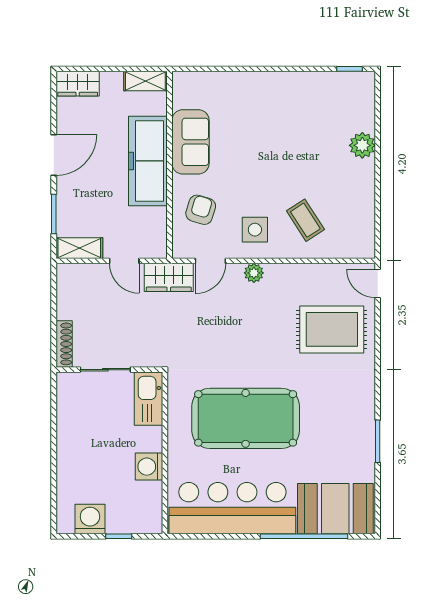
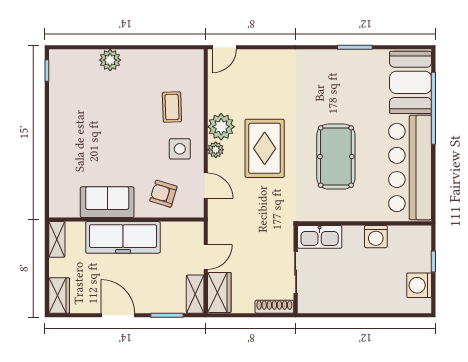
coffee table: (305, 220) -> (172, 107), turned -59
wardrobe: (169, 277) -> (219, 292), moved
plant: (282, 280) -> (221, 127), added
rug: (332, 329) -> (265, 148), moved
pool table: (246, 418) -> (336, 157), width x0.73, depth x0.76

